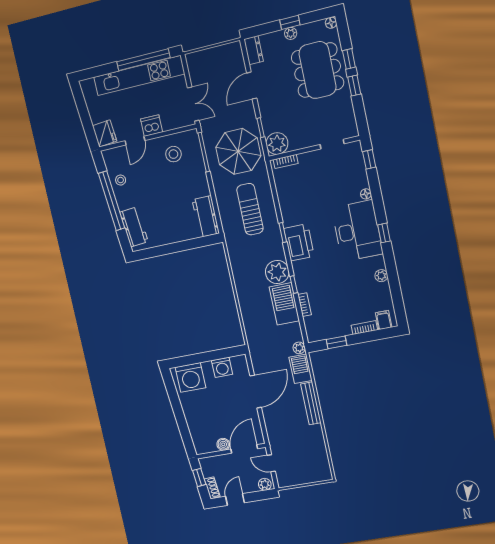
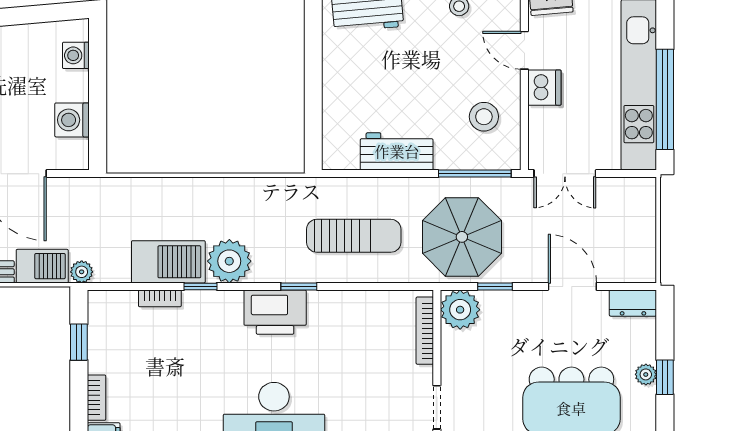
bookcase: (286, 161) -> (425, 331), width x1.56
workbench: (206, 216) -> (397, 151), moved
washing machine: (190, 377) -> (76, 55), width x0.53, depth x0.53

